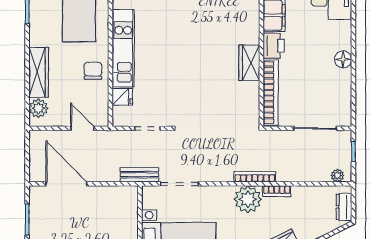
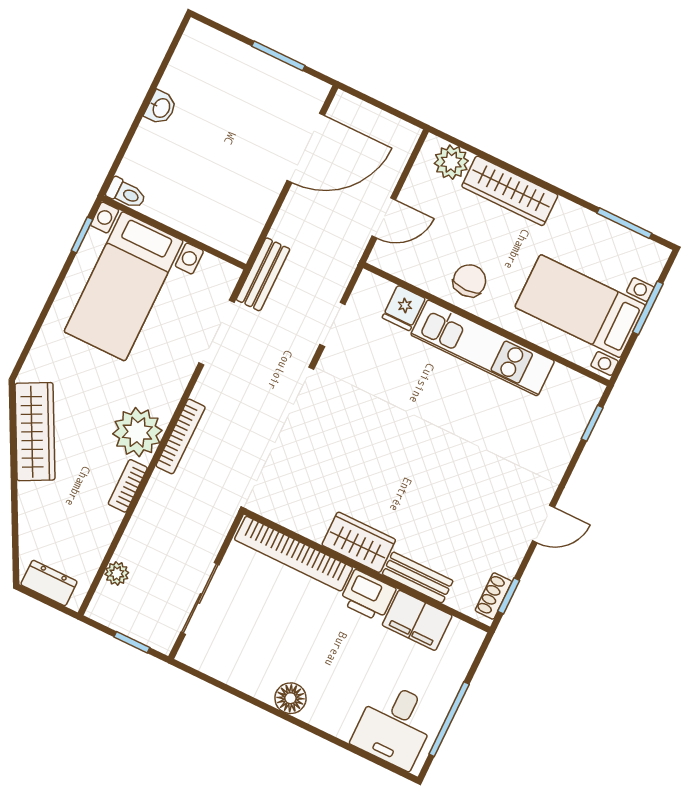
bench: (253, 25) -> (418, 577), added
chair: (93, 71) -> (470, 281), turned -90
plant: (337, 176) -> (117, 573), moved
bookcase: (255, 177) -> (181, 436), moved

